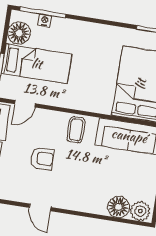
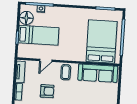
door: (25, 104) -> (46, 60), moved

